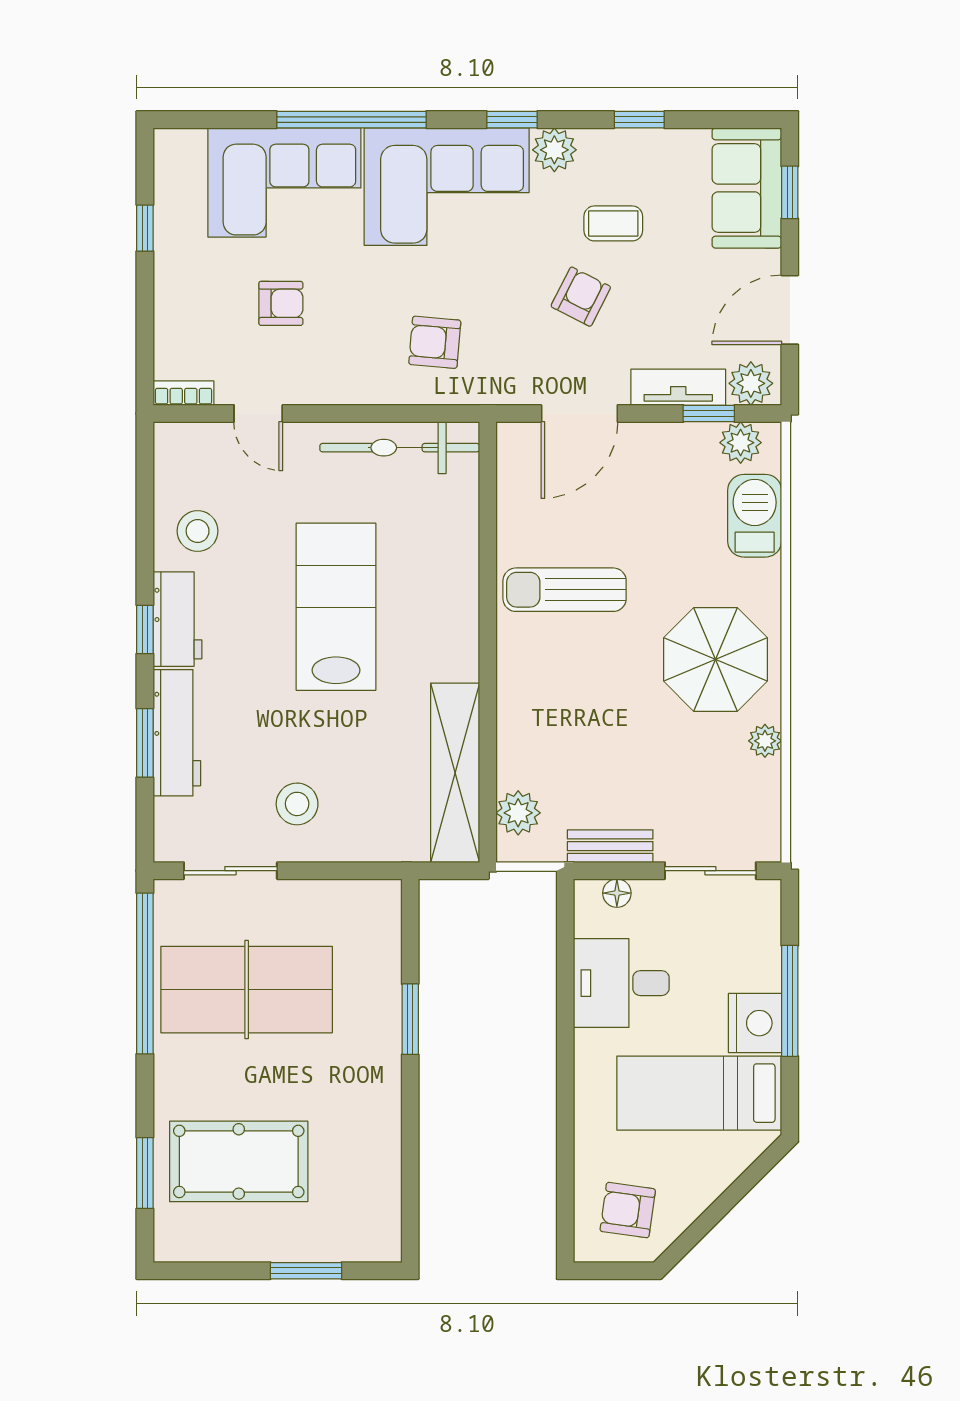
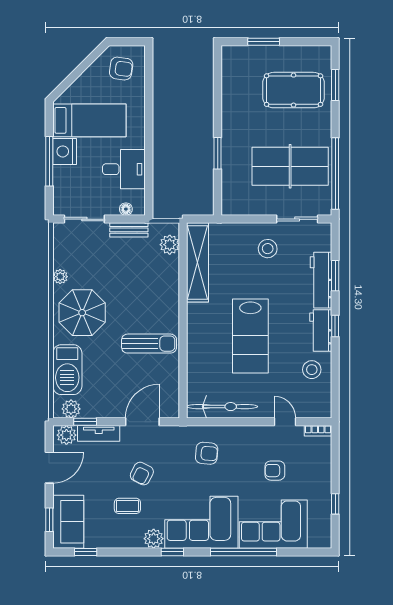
window: (639, 120) -> (86, 552), moved
barbecue: (755, 516) -> (67, 370), width x1.37, depth x1.21

